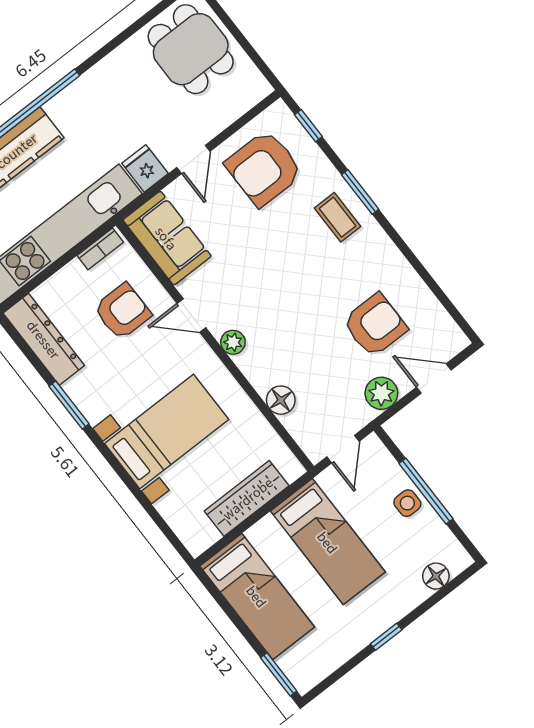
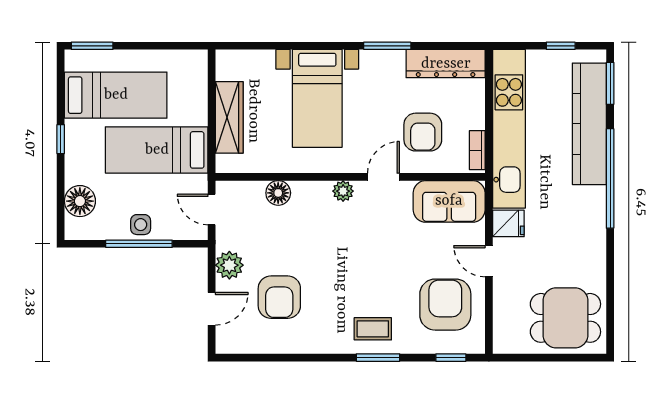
floor lamp: (436, 576) -> (80, 201), width x1.38, depth x1.38
bed: (257, 596) -> (116, 95), moved, turned 180

